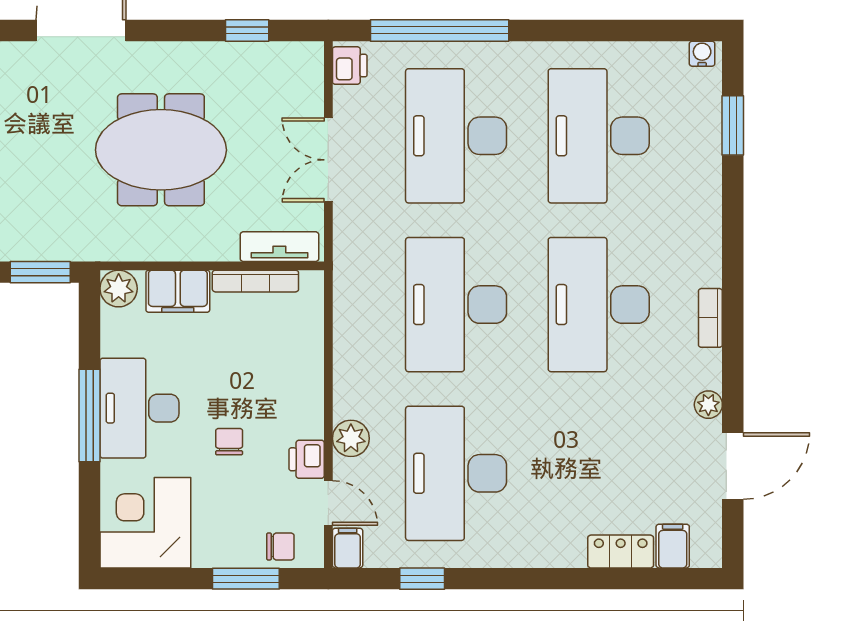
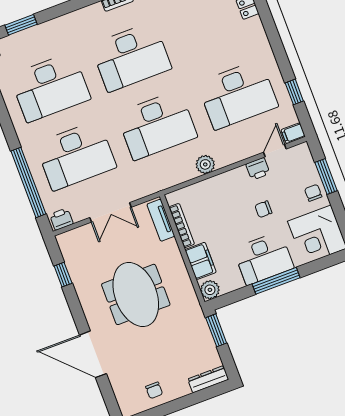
plant: (351, 438) -> (205, 164), moved
chair: (280, 546) -> (313, 193), moved

